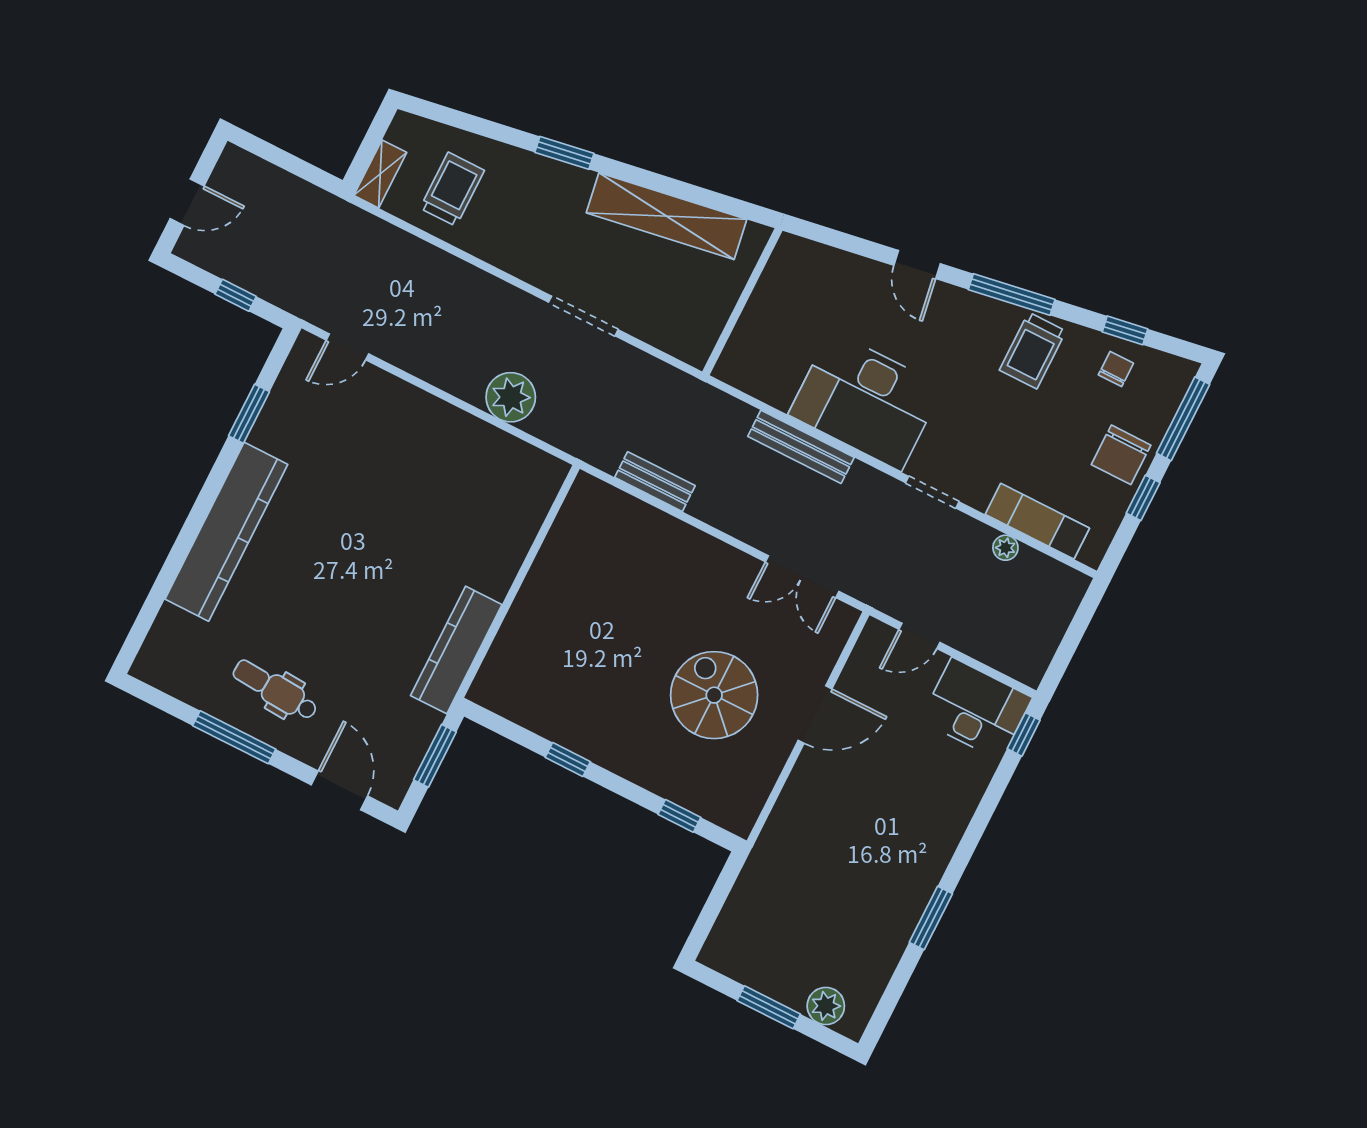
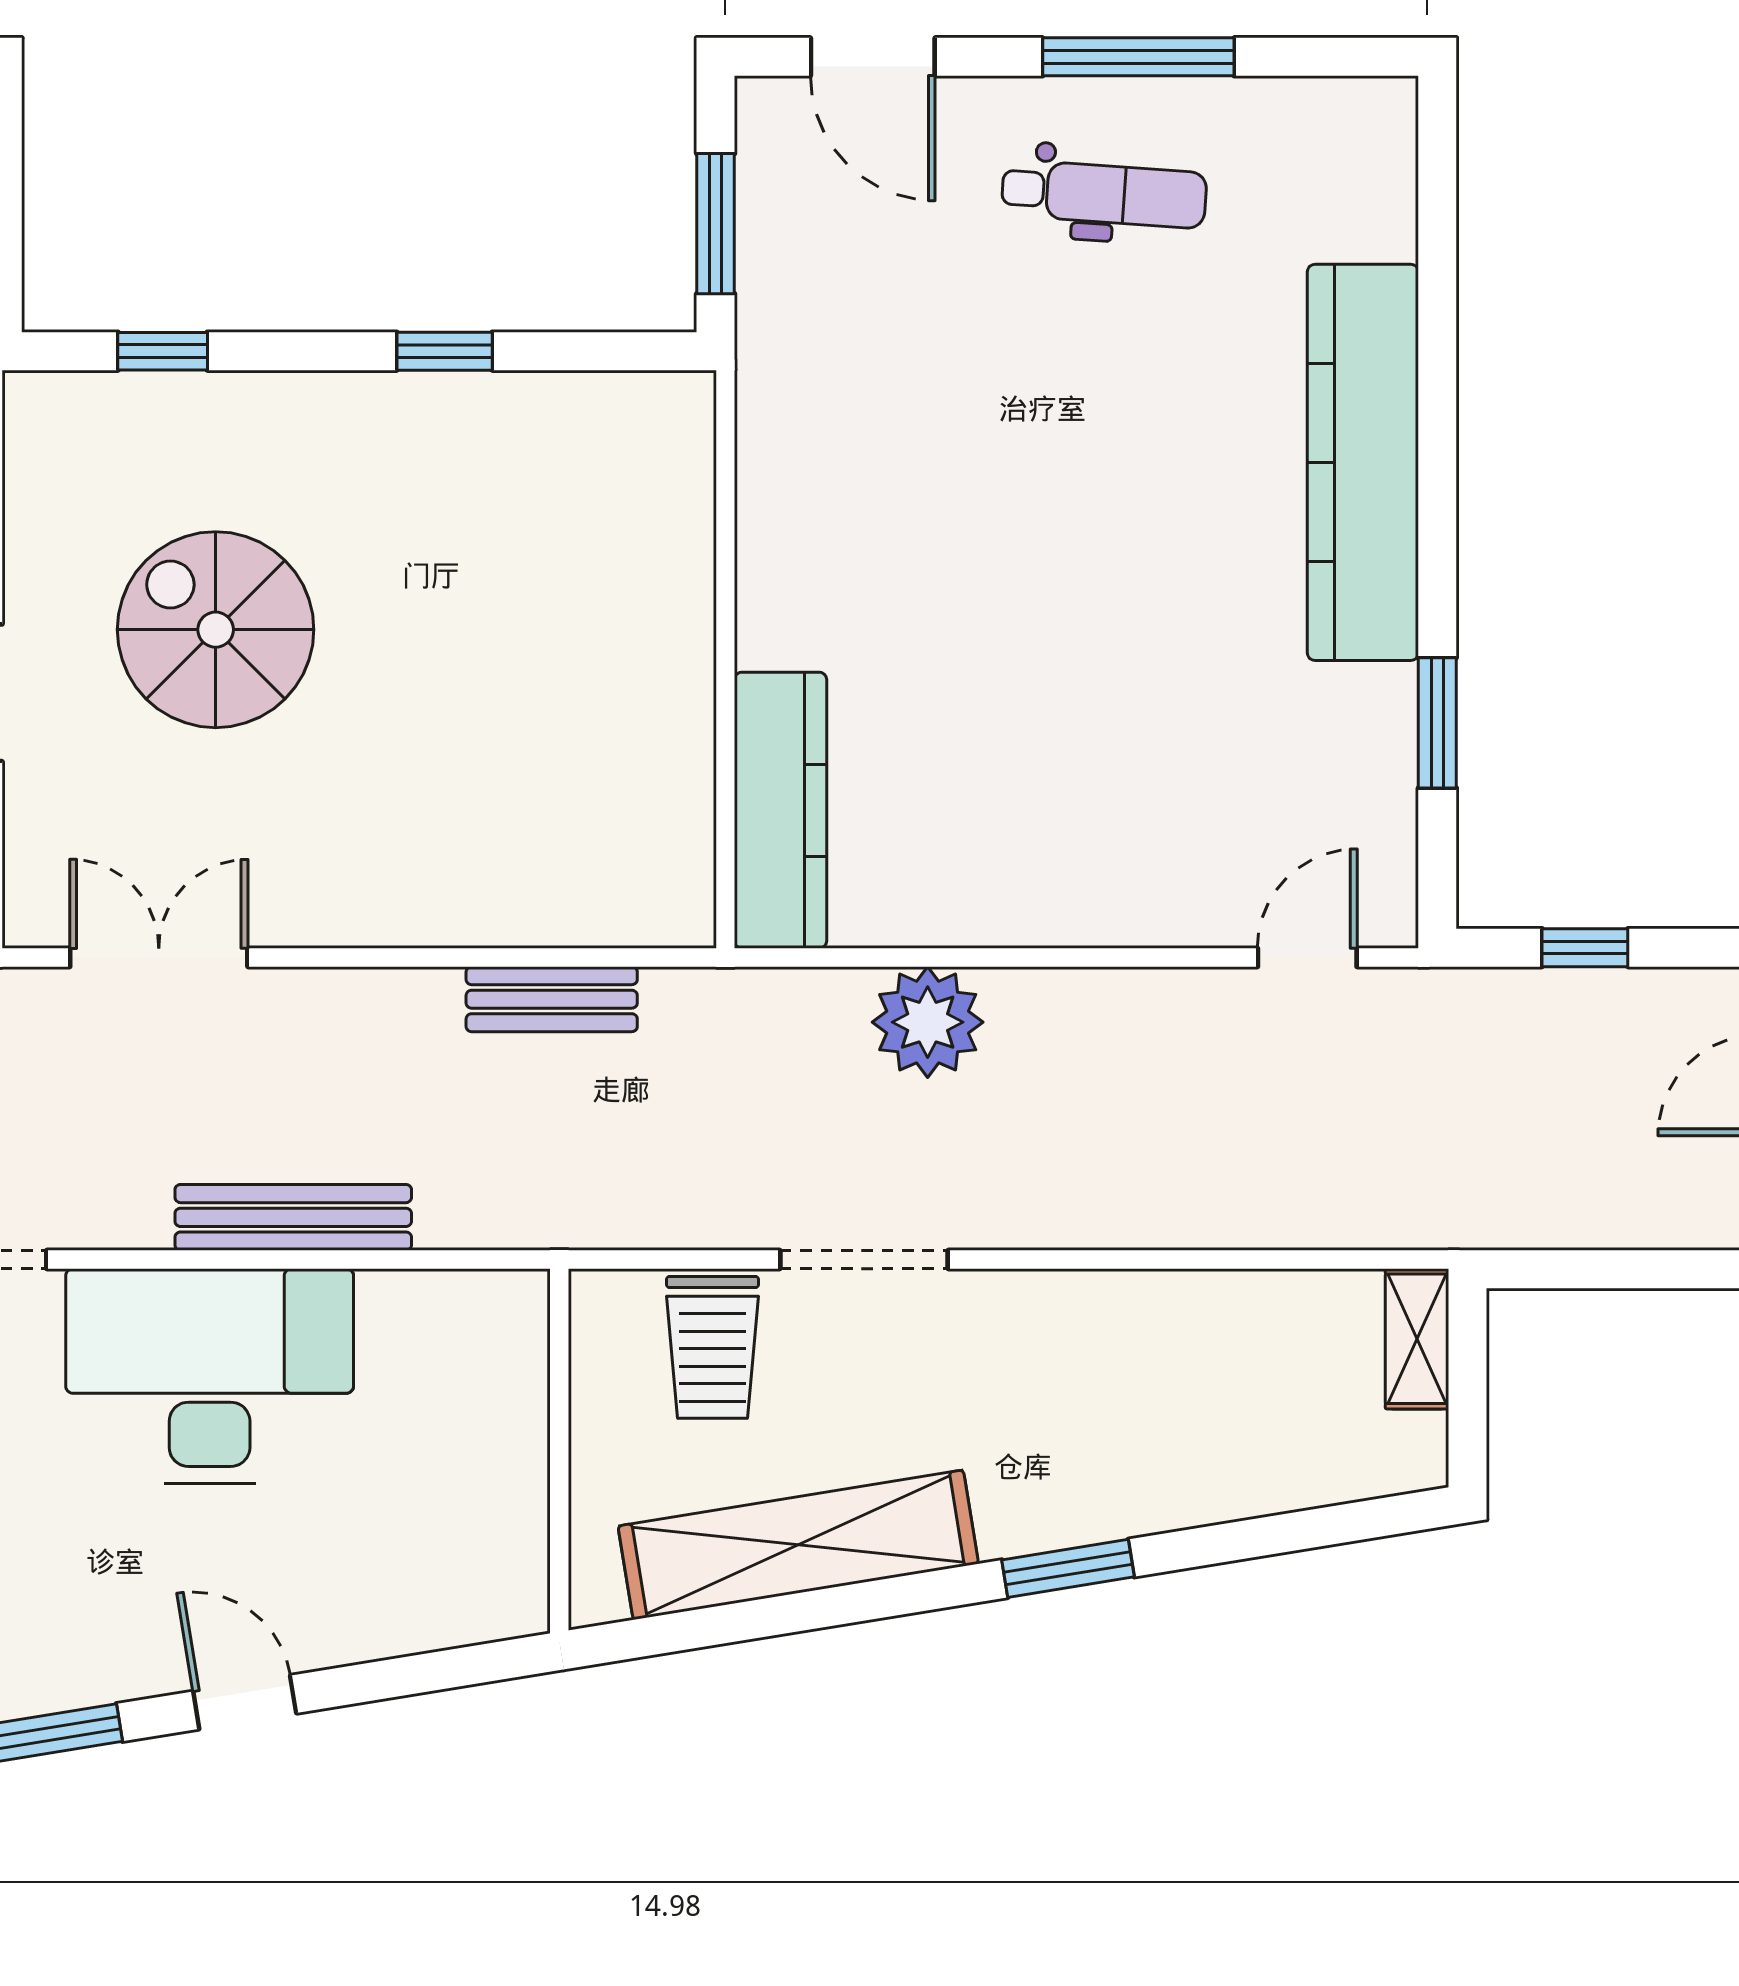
trolley: (452, 189) -> (712, 1347), moved
kitchen counter: (456, 650) -> (780, 810), moved
spiral stairs: (714, 695) -> (216, 630), turned 180

